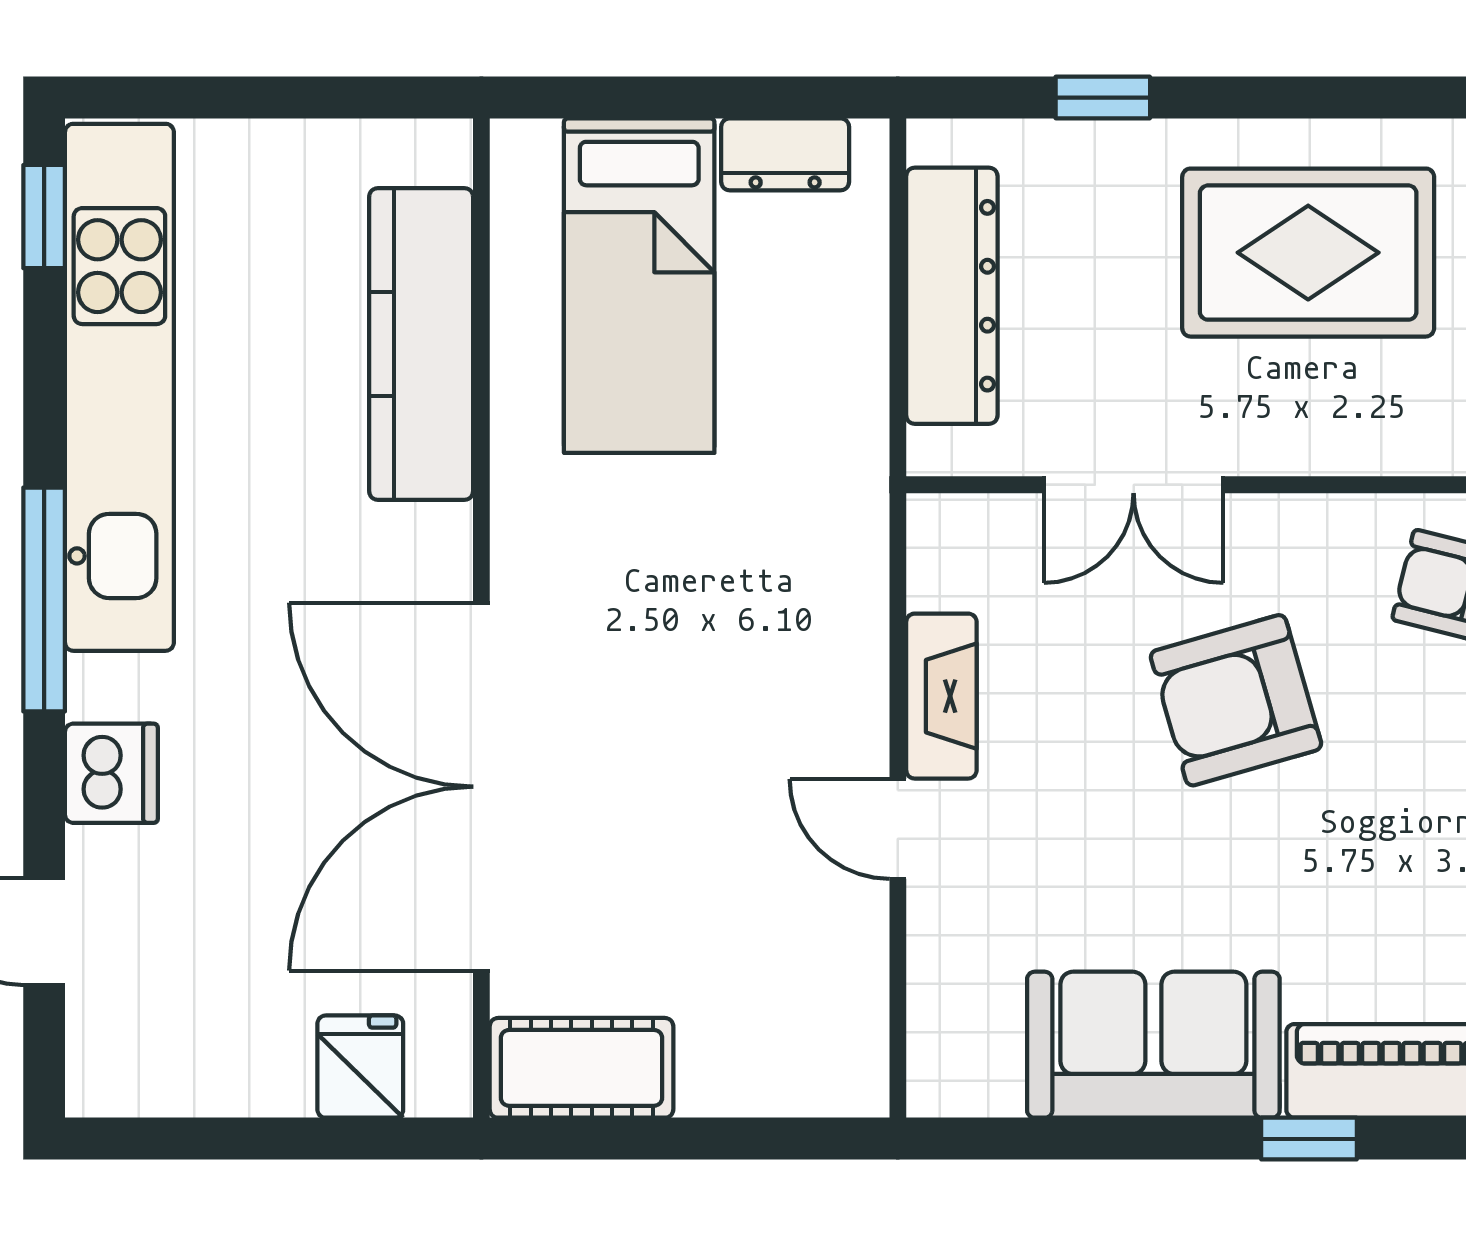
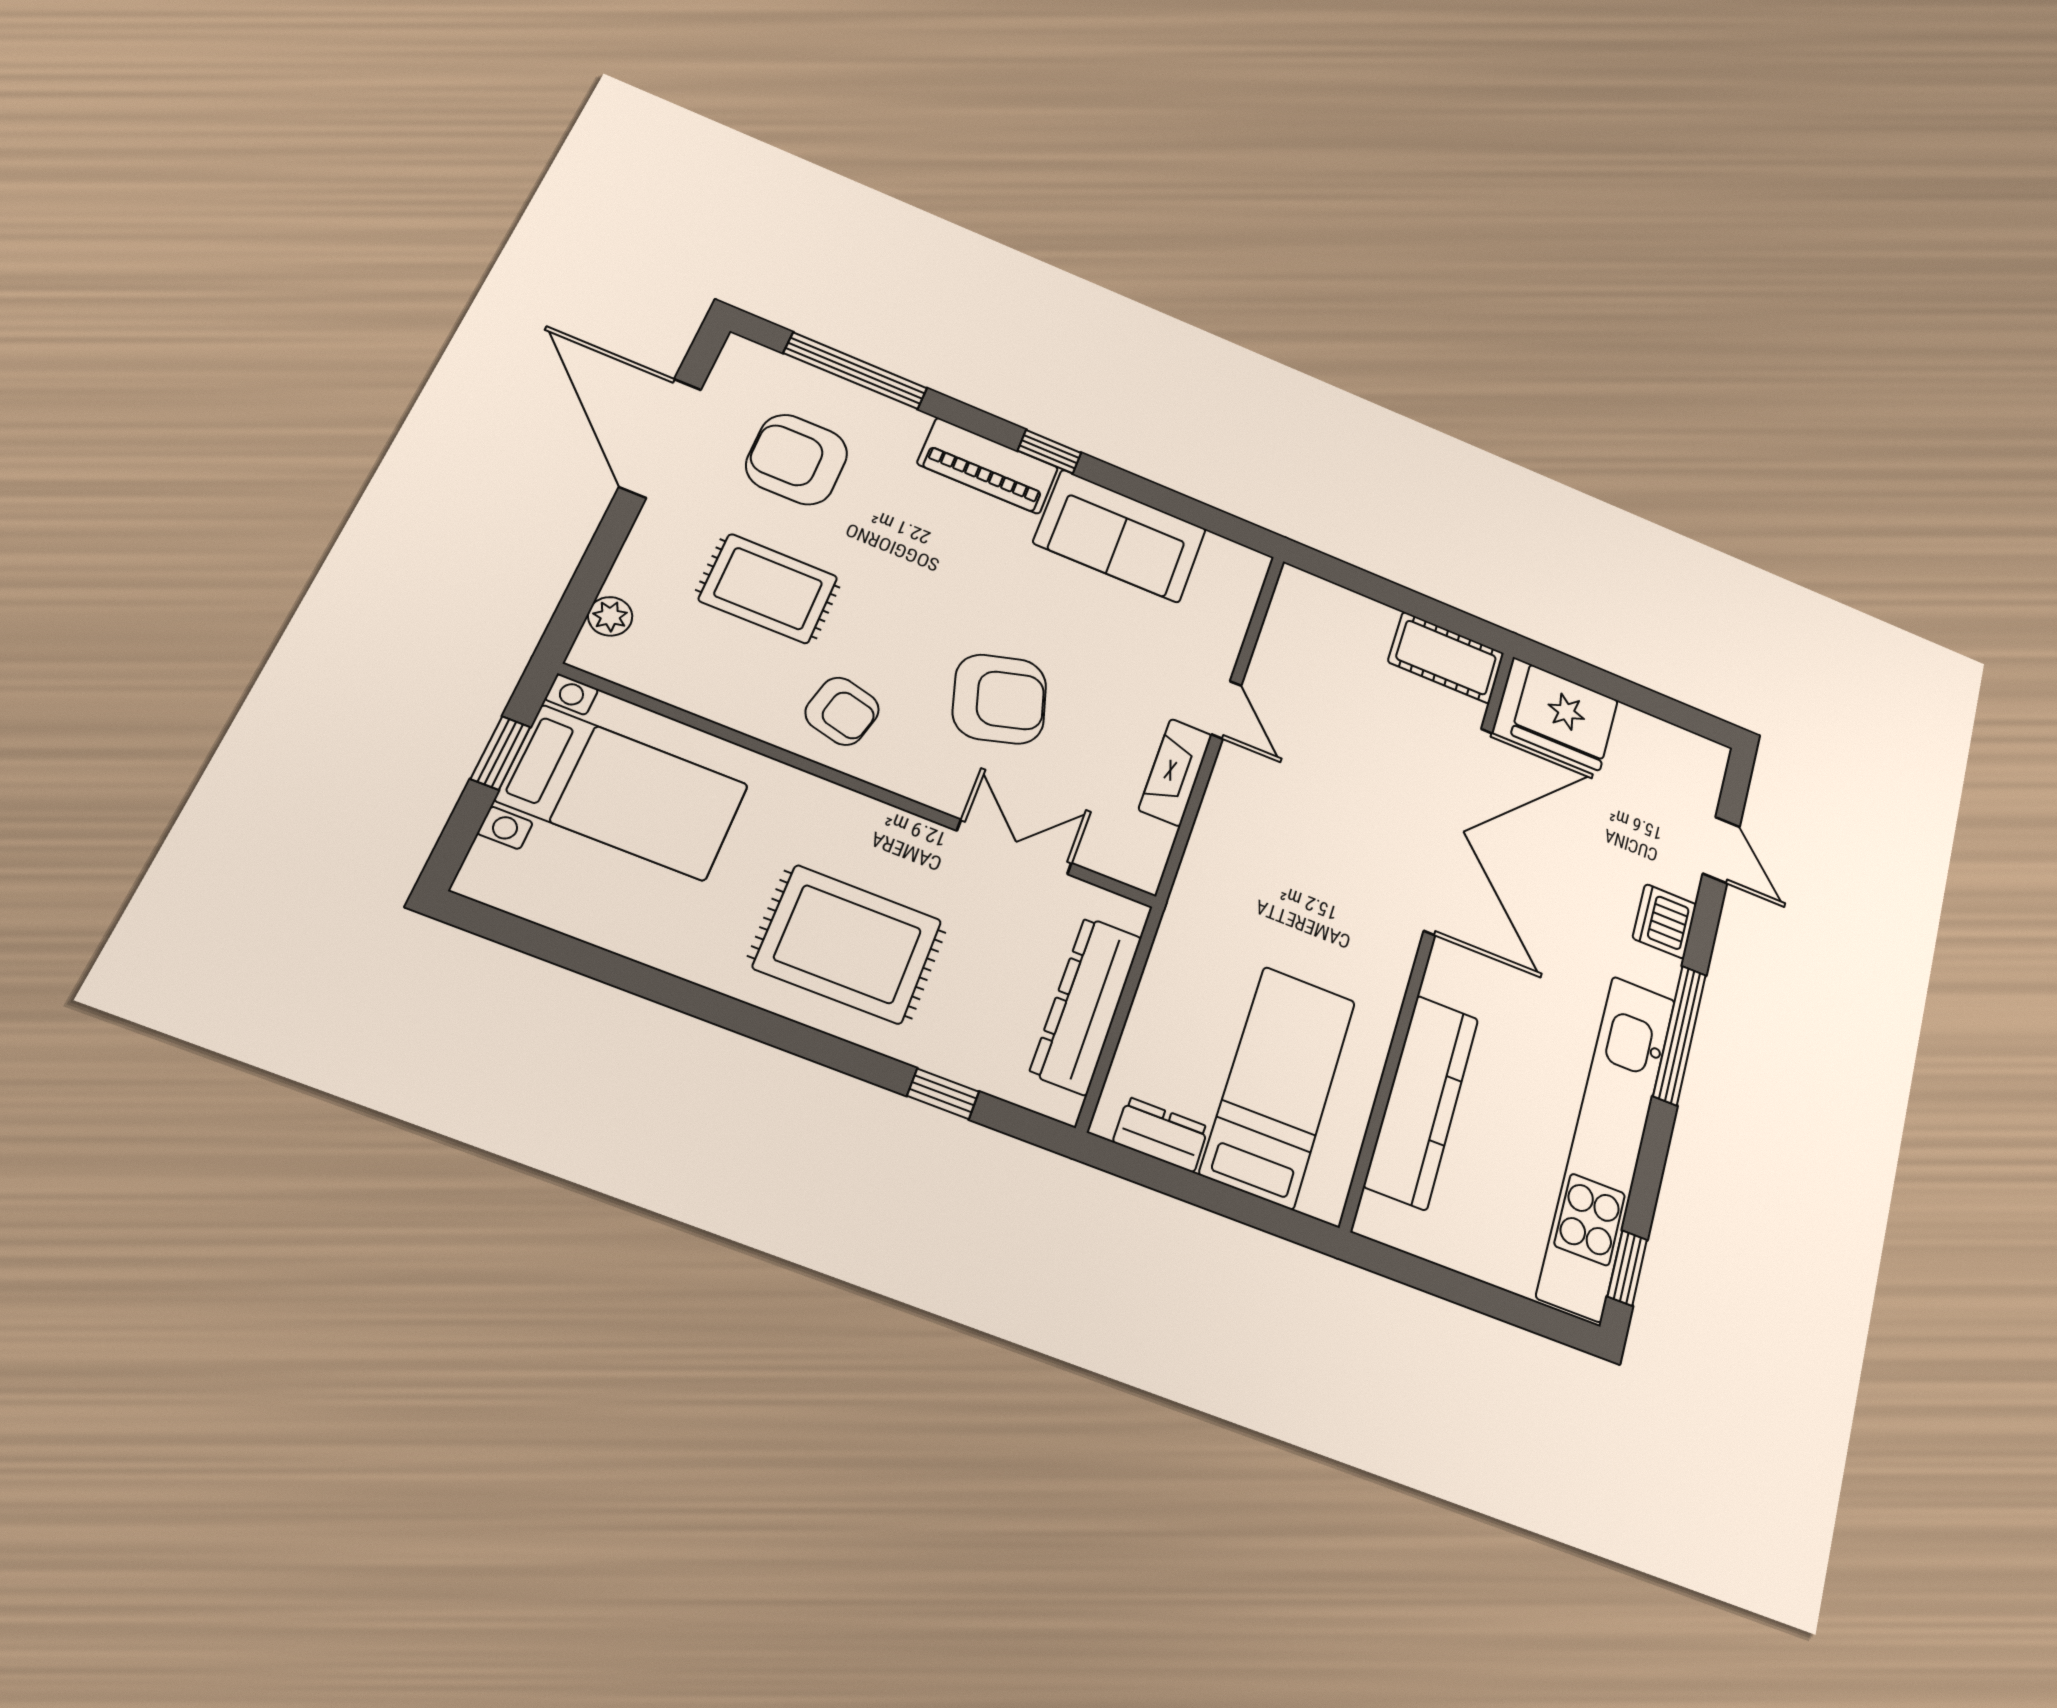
fridge: (360, 1067) -> (1565, 717), width x1.88, depth x1.34

